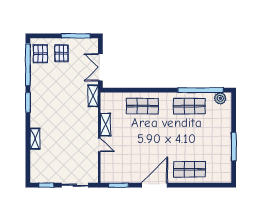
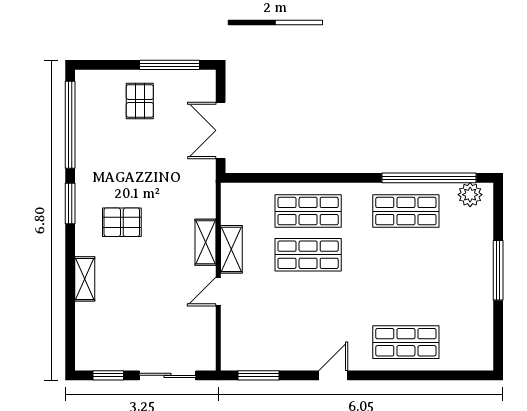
pallet: (40, 54) -> (122, 222), moved, turned 90
shelving: (93, 96) -> (205, 242), moved
shop shelf: (142, 127) -> (308, 255), added
door: (99, 145) -> (218, 292), swing flipped
window: (234, 146) -> (498, 270), moved
door: (154, 185) -> (333, 375), width x0.53

